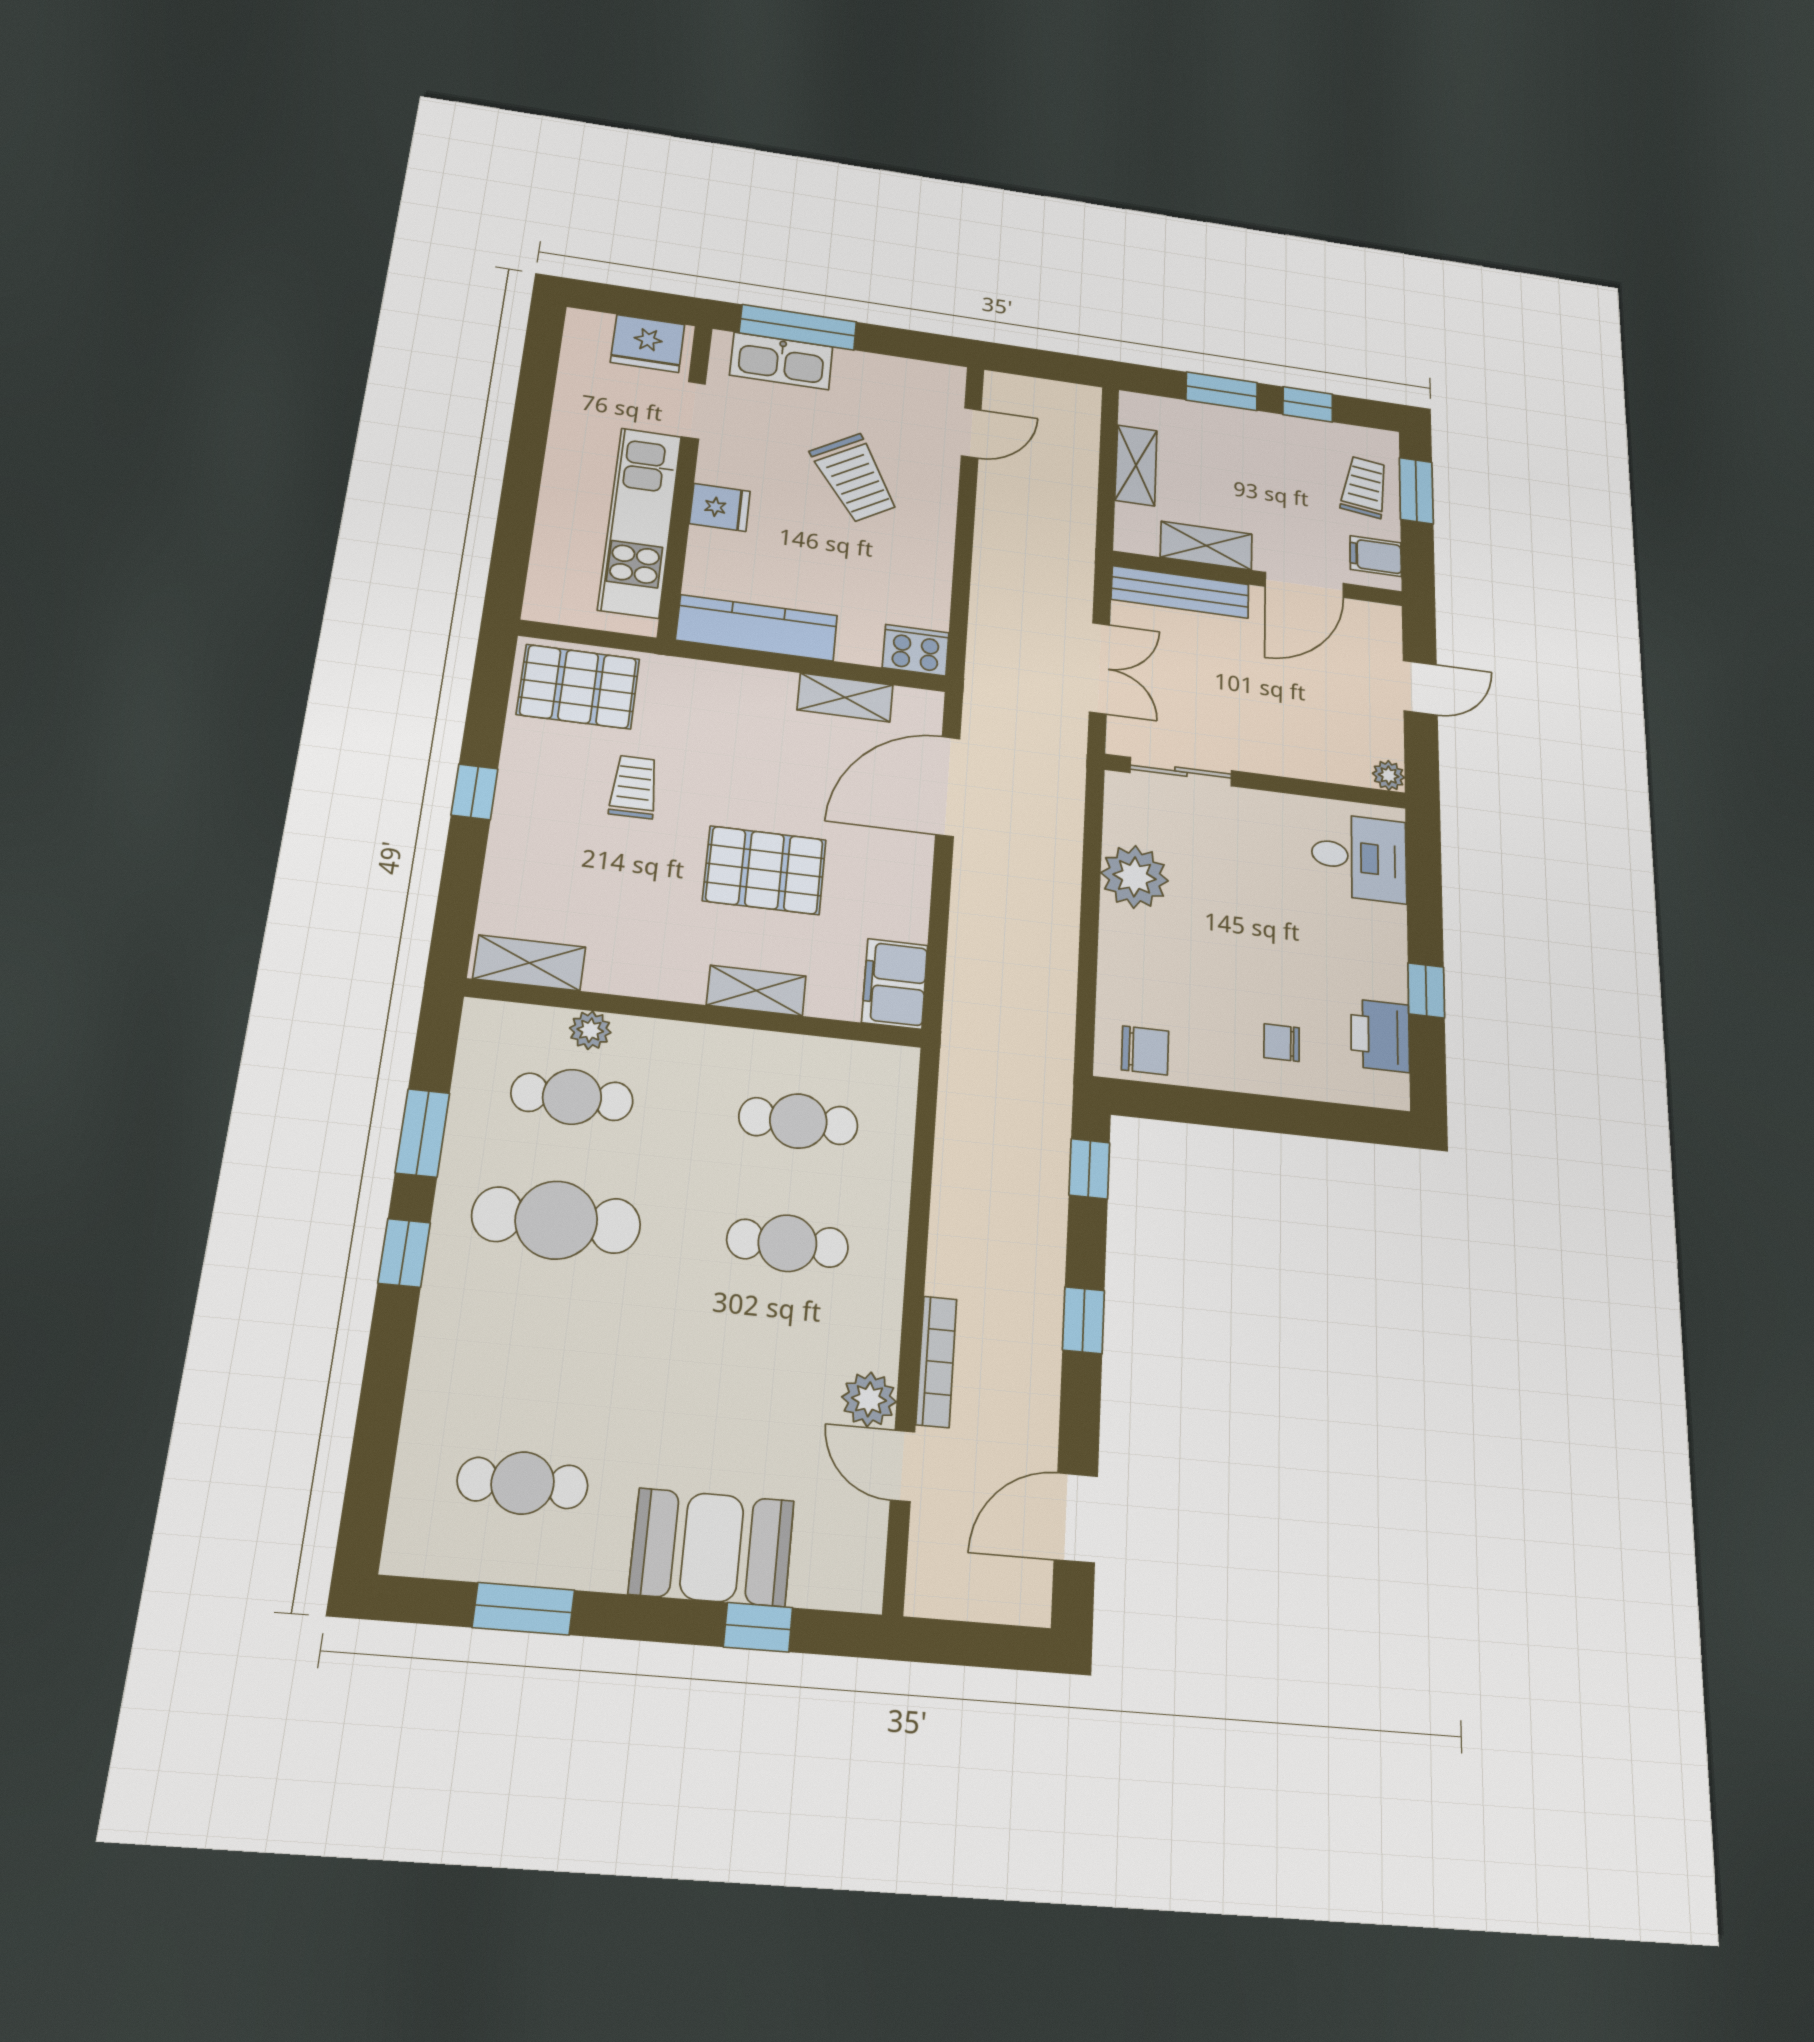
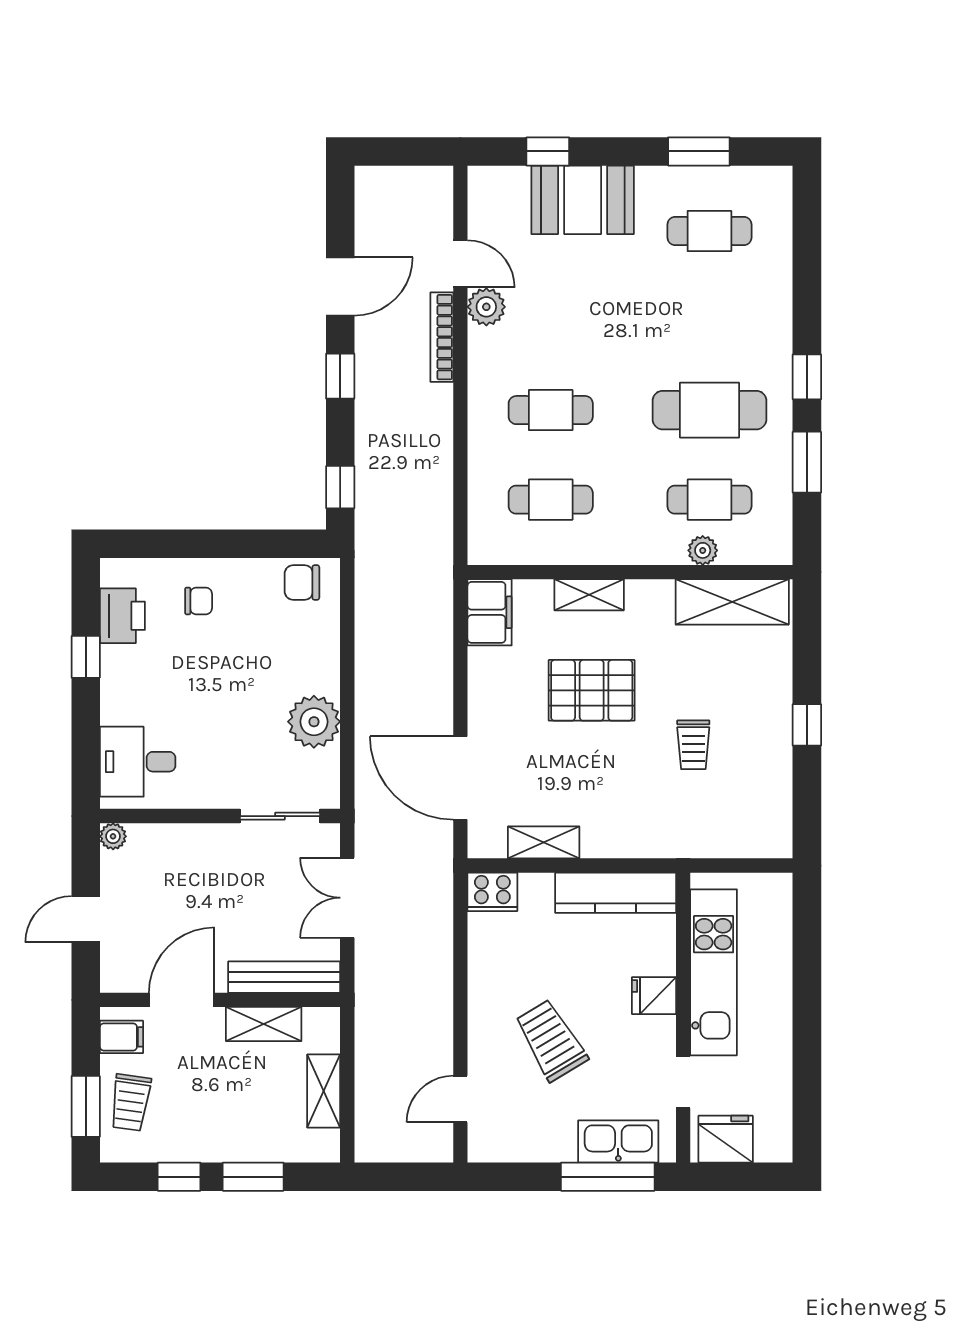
pallet: (578, 687) -> (743, 822), removed
door: (948, 786) -> (460, 778), swing flipped
shelving: (529, 963) -> (732, 602), width x1.50, depth x1.33
door: (1076, 1518) -> (340, 286), moved

